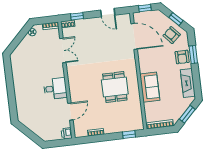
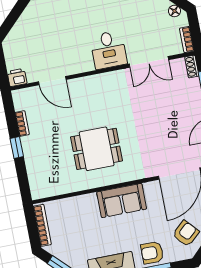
sofa: (150, 87) -> (122, 200), moved
desk: (55, 89) -> (108, 50), moved
window: (129, 135) -> (17, 147), moved

